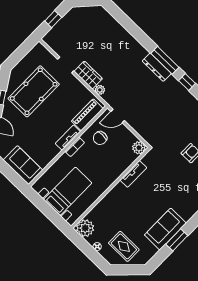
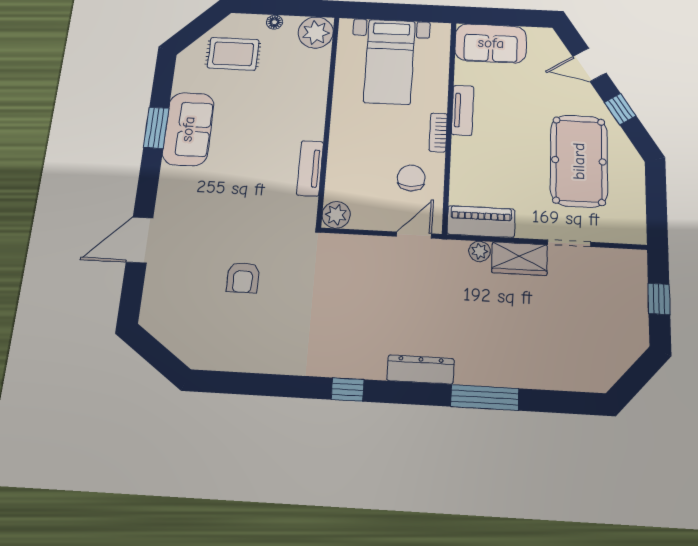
window: (165, 60) -> (485, 398), moved
piano: (87, 115) -> (481, 222), moved, turned -90
tv unit: (68, 138) -> (463, 110), moved

